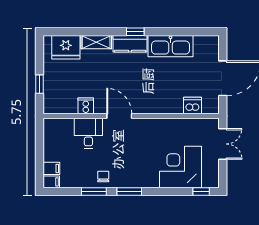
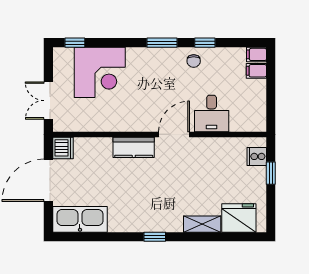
kitchen counter: (130, 44) -> (134, 147), moved, turned 180
kitchen sink: (171, 46) -> (80, 219), moved
dishwasher: (193, 105) -> (63, 148), moved, turned -90
cooker: (86, 106) -> (257, 156), moved, turned 90
door: (119, 116) -> (174, 134), swing flipped
window: (94, 192) -> (205, 43), width x0.67

